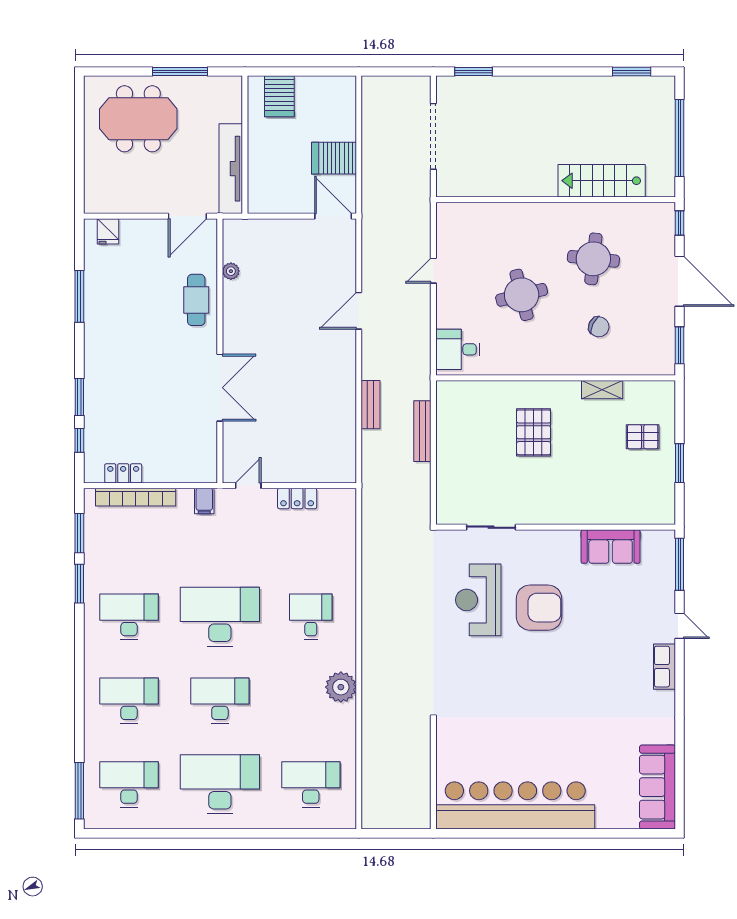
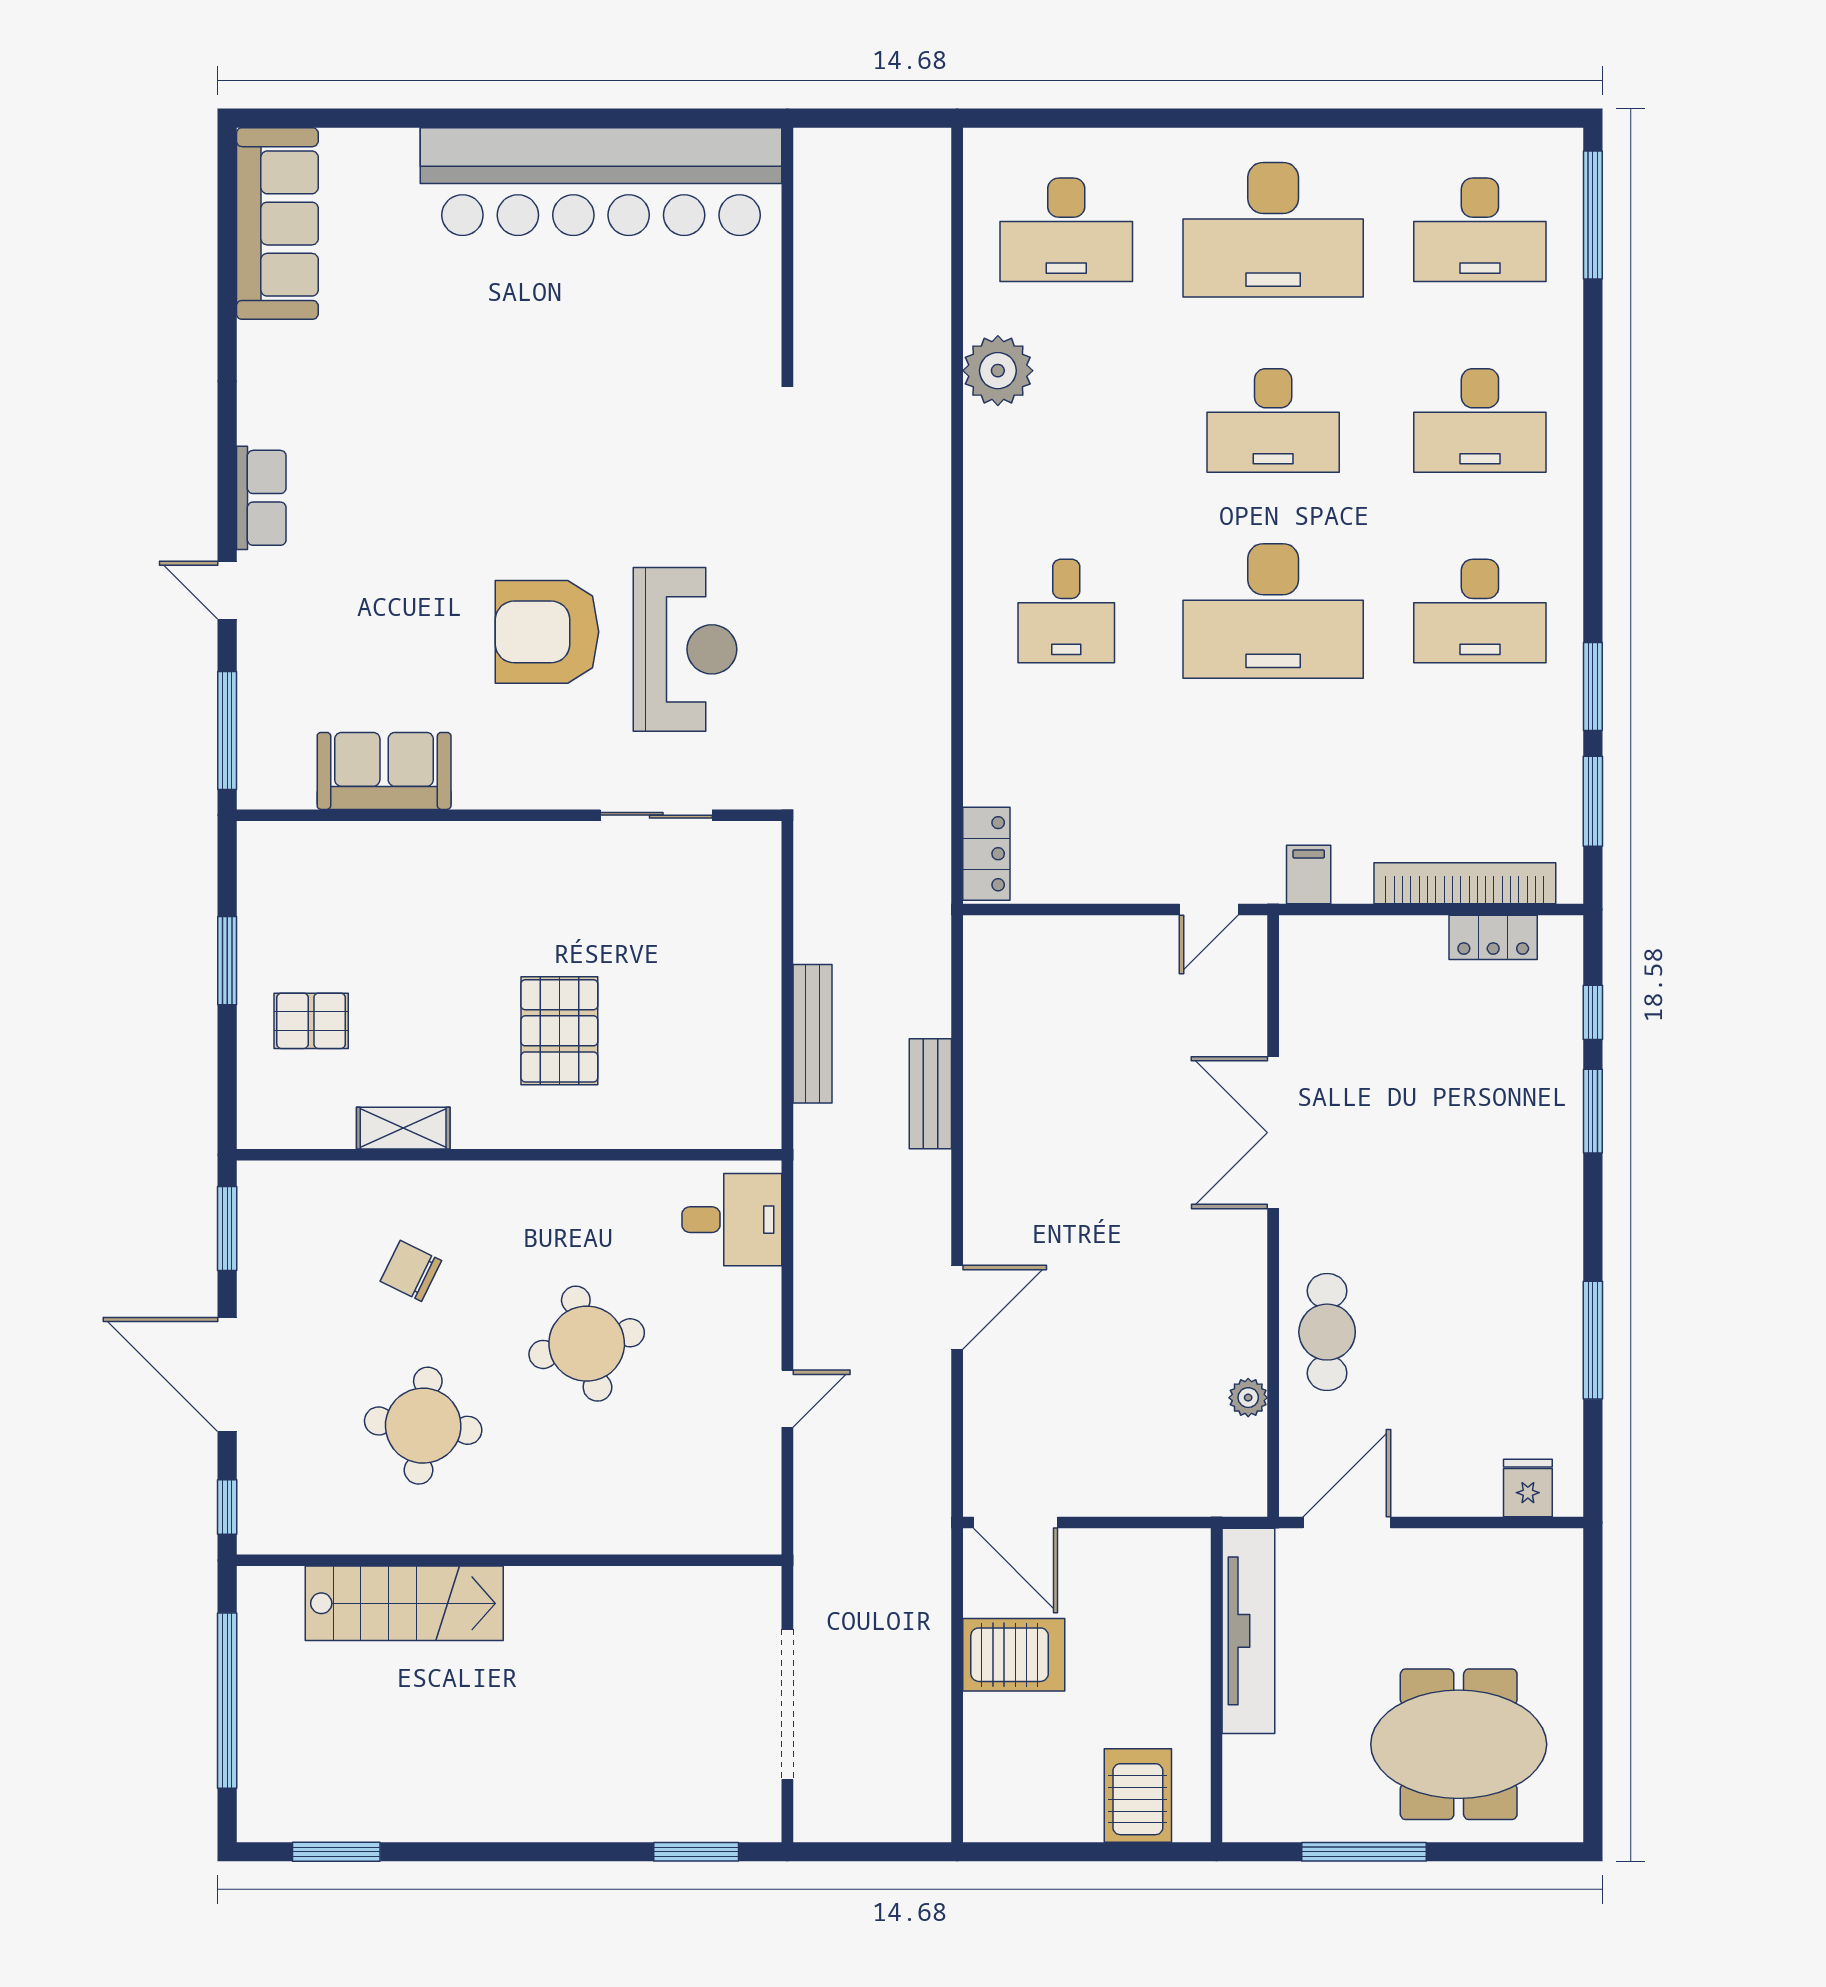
locker: (297, 498) -> (986, 854), moved, turned 90
plant: (341, 687) -> (998, 371), moved

